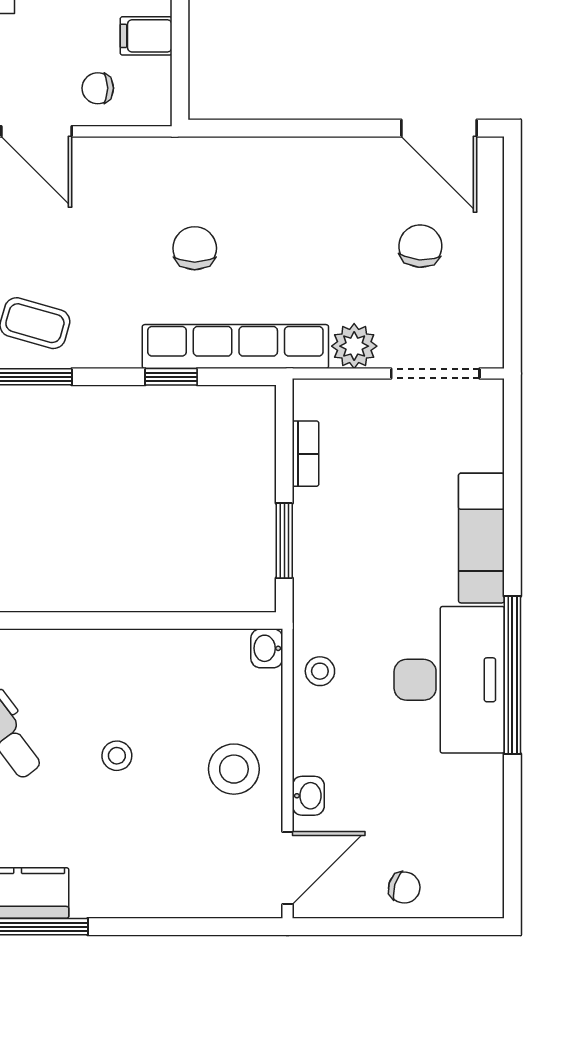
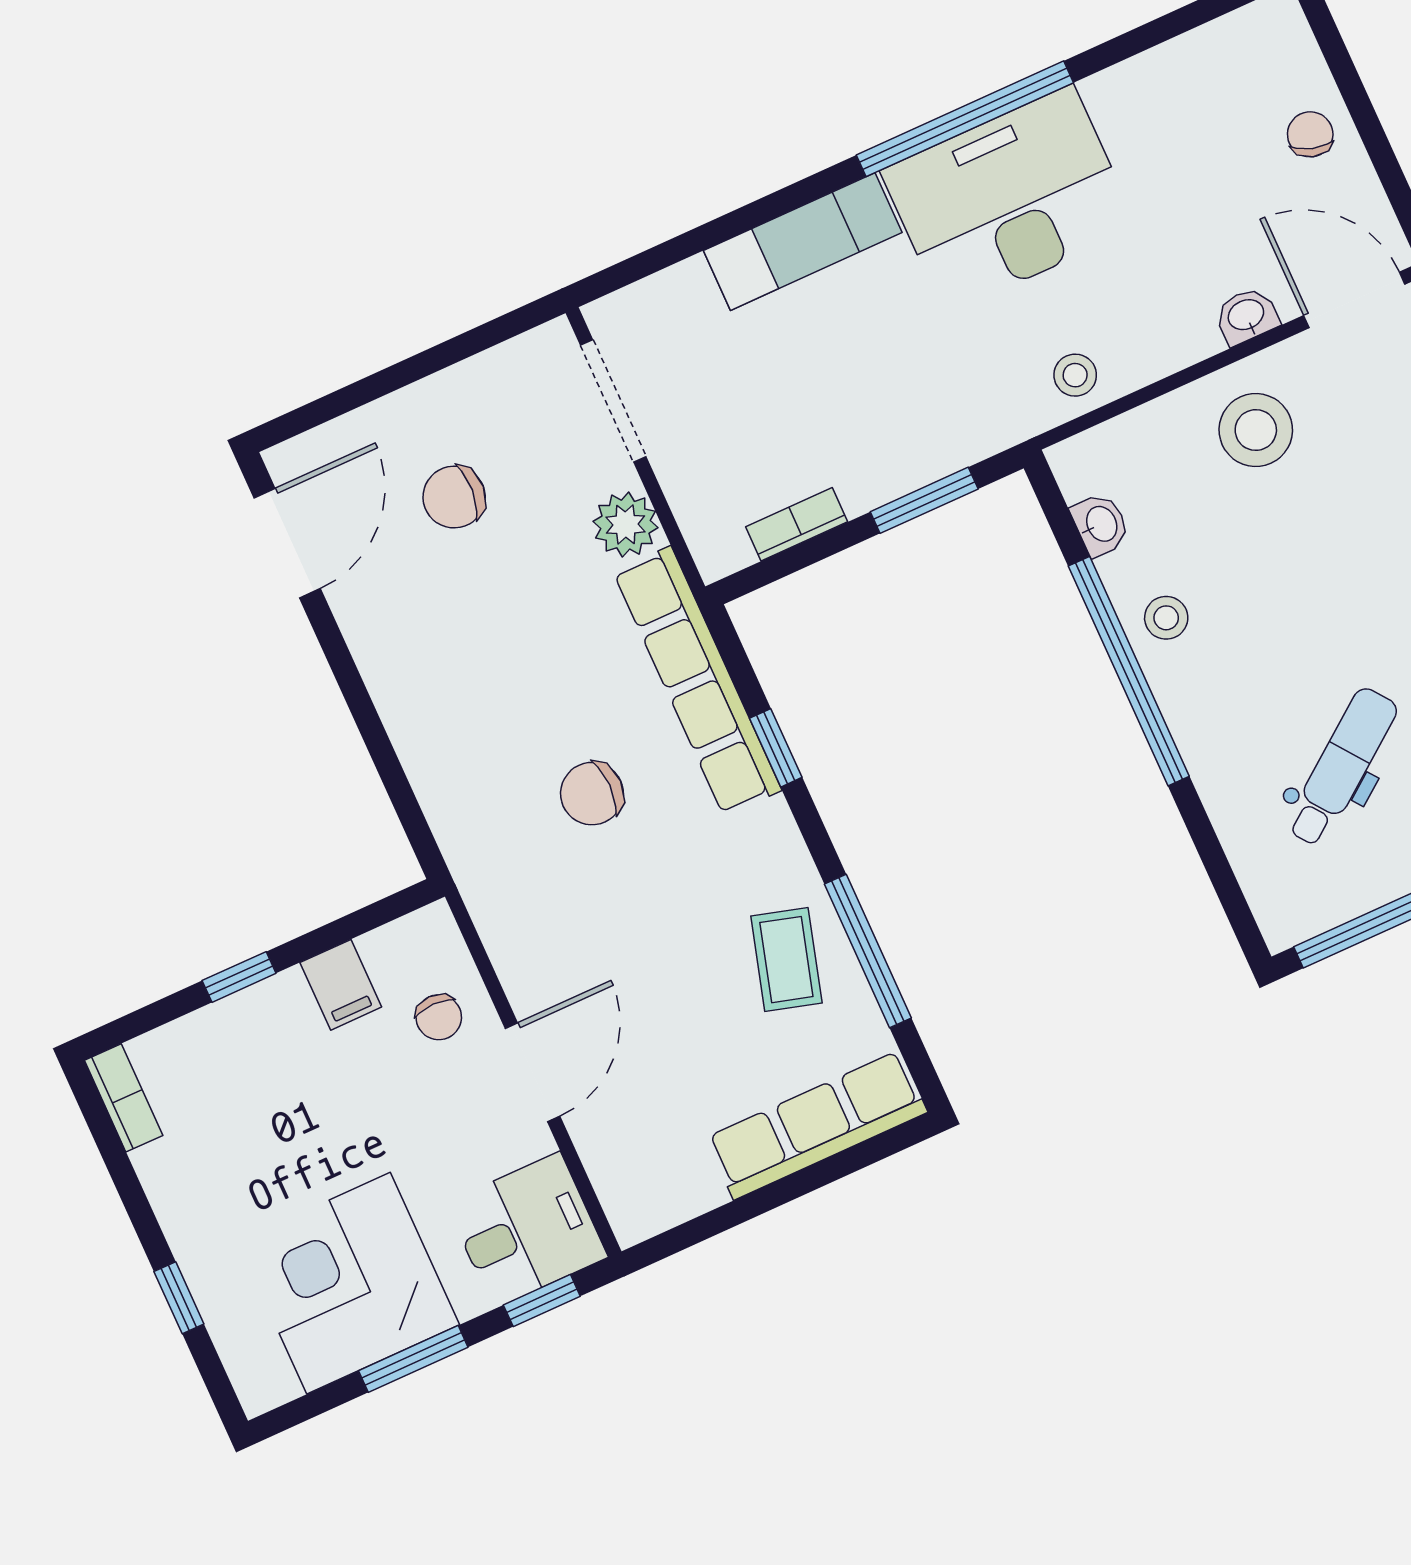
window: (119, 621) -> (1129, 671), added
washbasin: (267, 648) -> (1101, 524), moved, turned -90
stool: (117, 756) -> (1166, 618), moved

